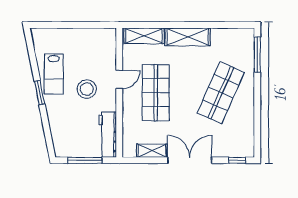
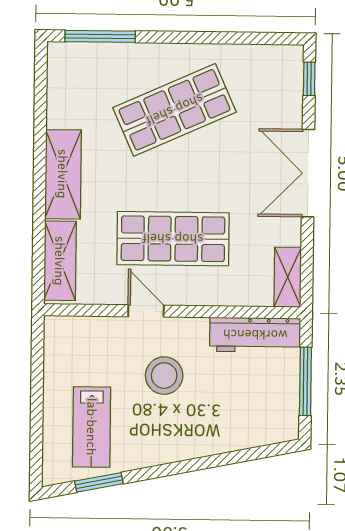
lab bench: (54, 74) -> (92, 427), moved, turned 90
window: (40, 93) -> (99, 482), moved
shop shelf: (221, 93) -> (175, 110), turned -48
shelving: (152, 151) -> (288, 277), moved

